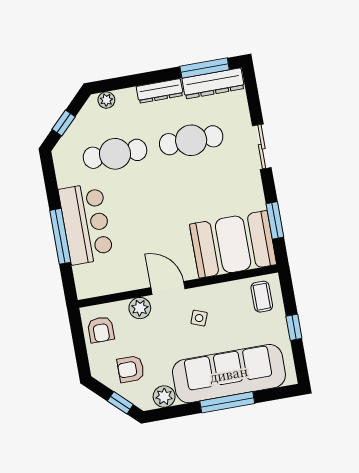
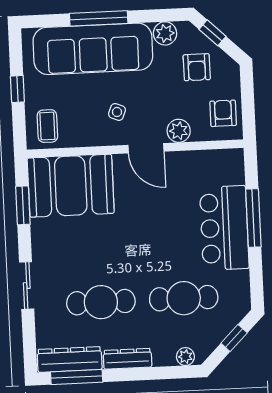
armchair: (131, 369) -> (197, 67), turned 90

